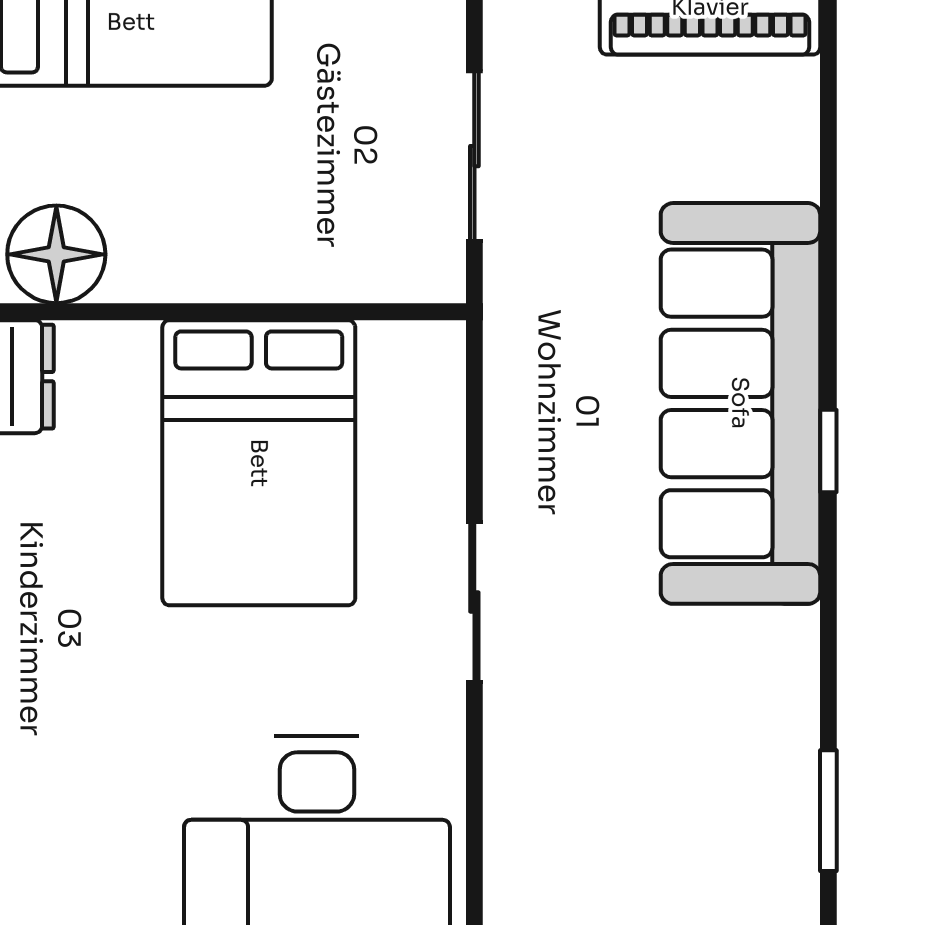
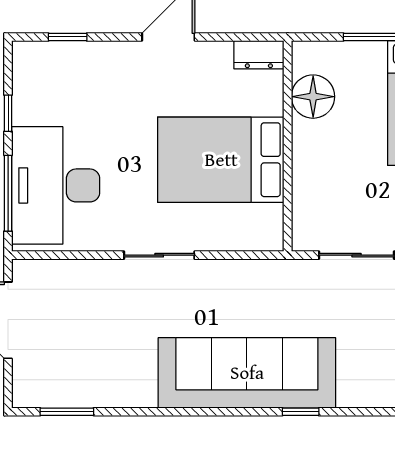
floor lamp: (56, 254) -> (313, 97), moved
window: (828, 451) -> (301, 412), moved

